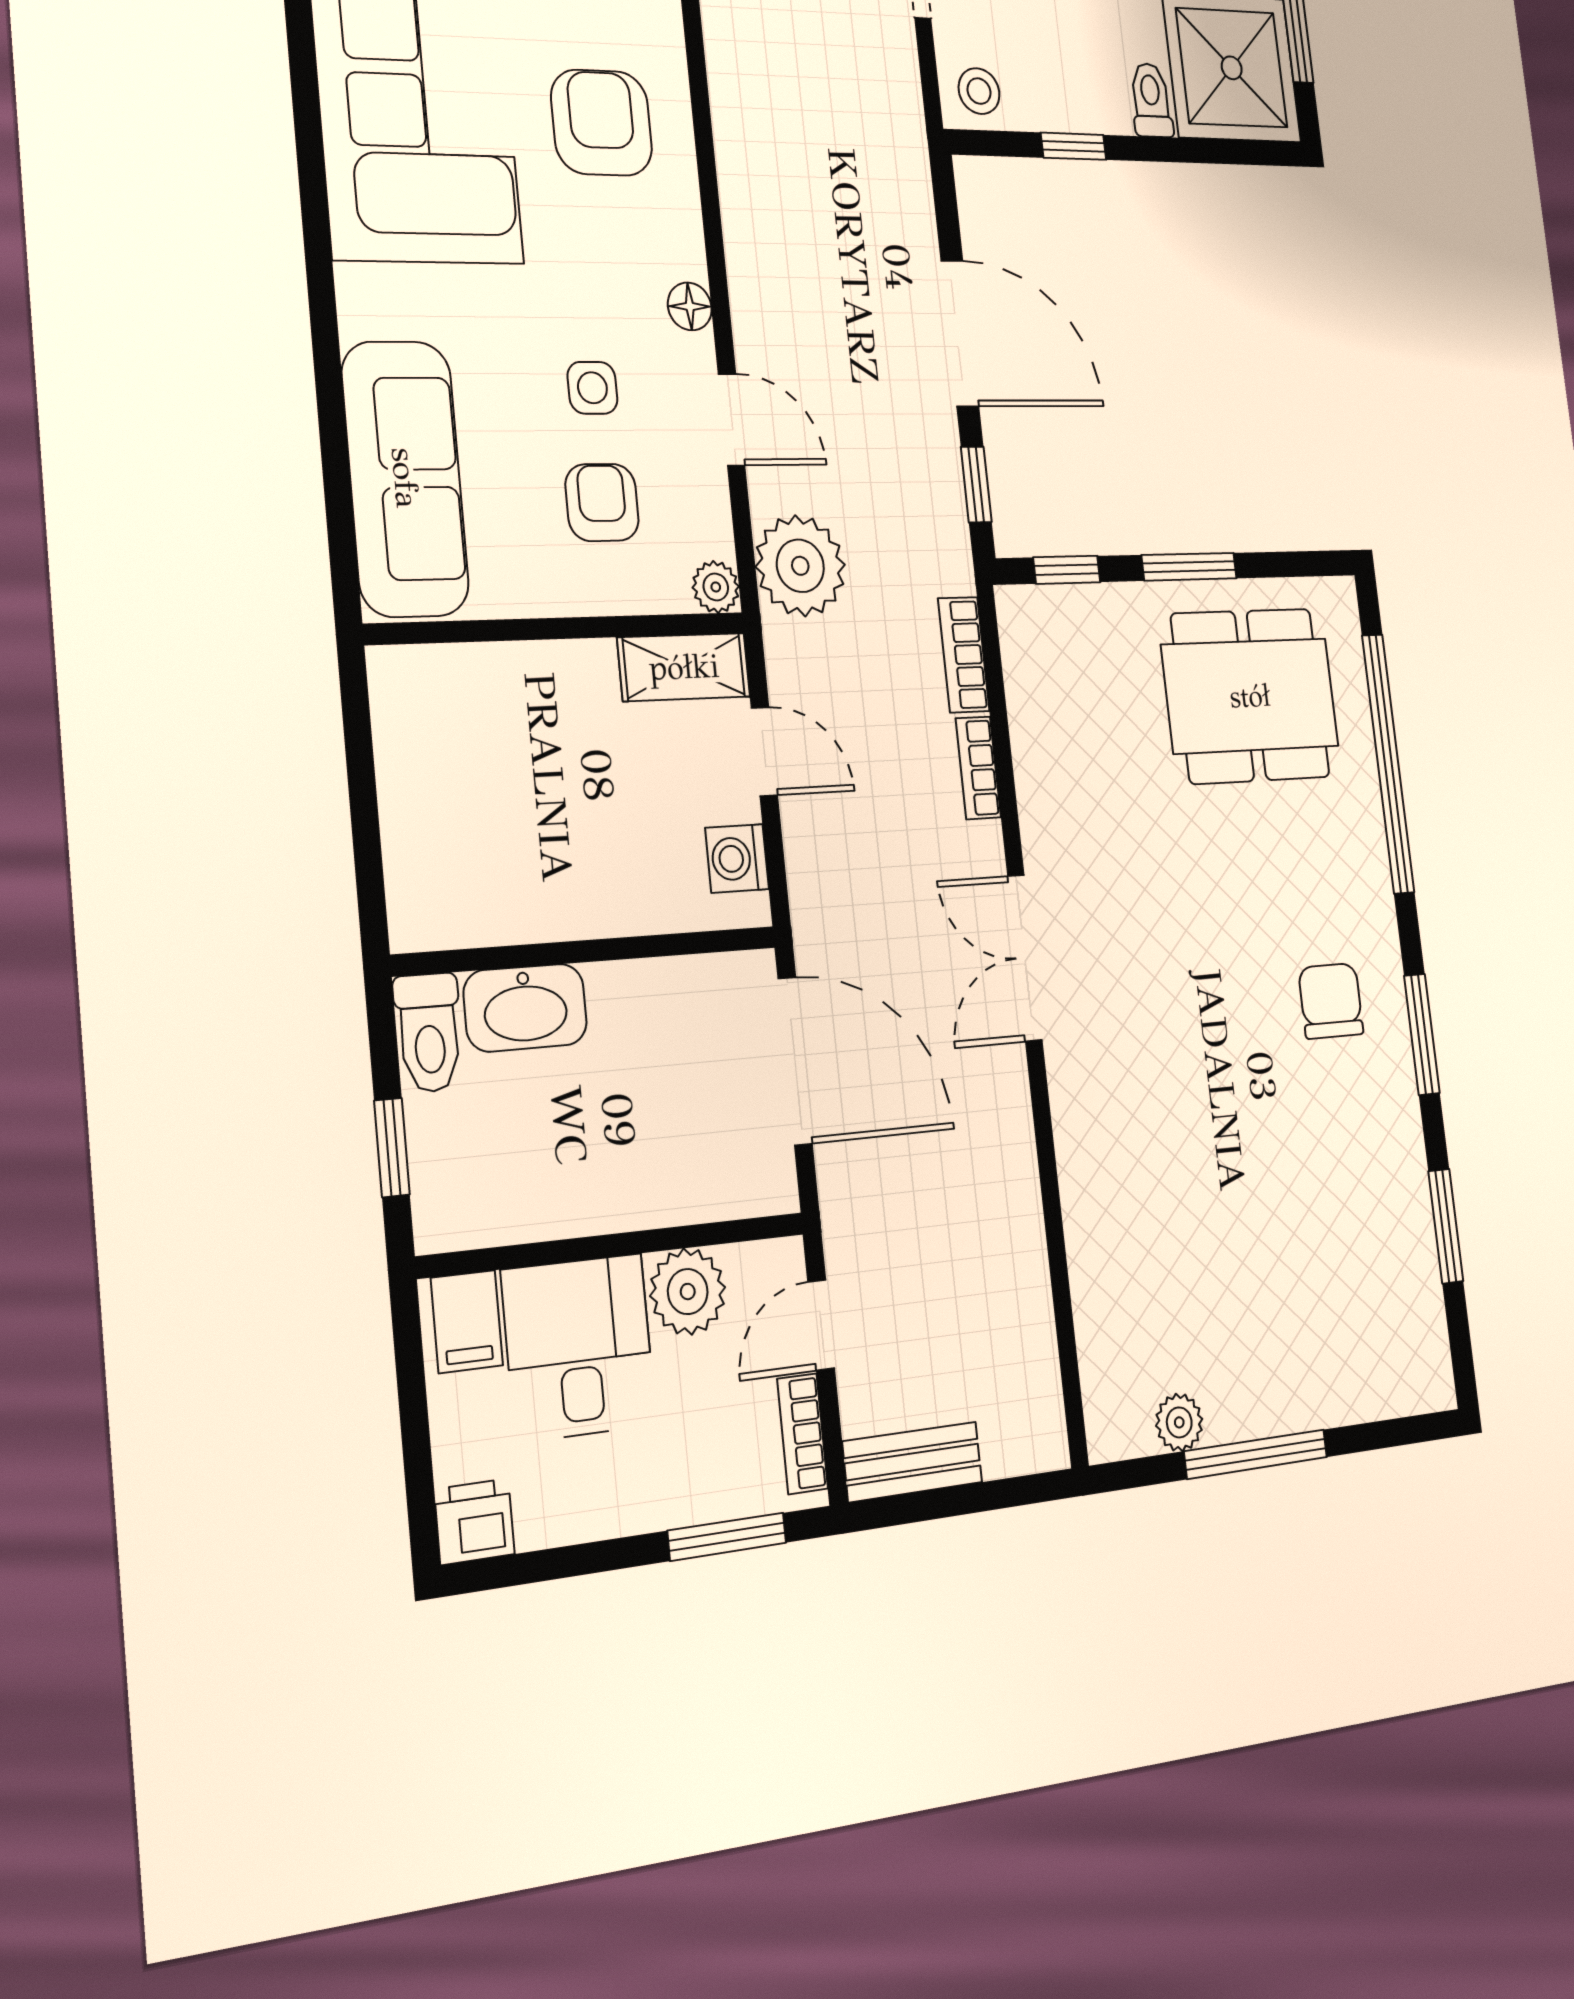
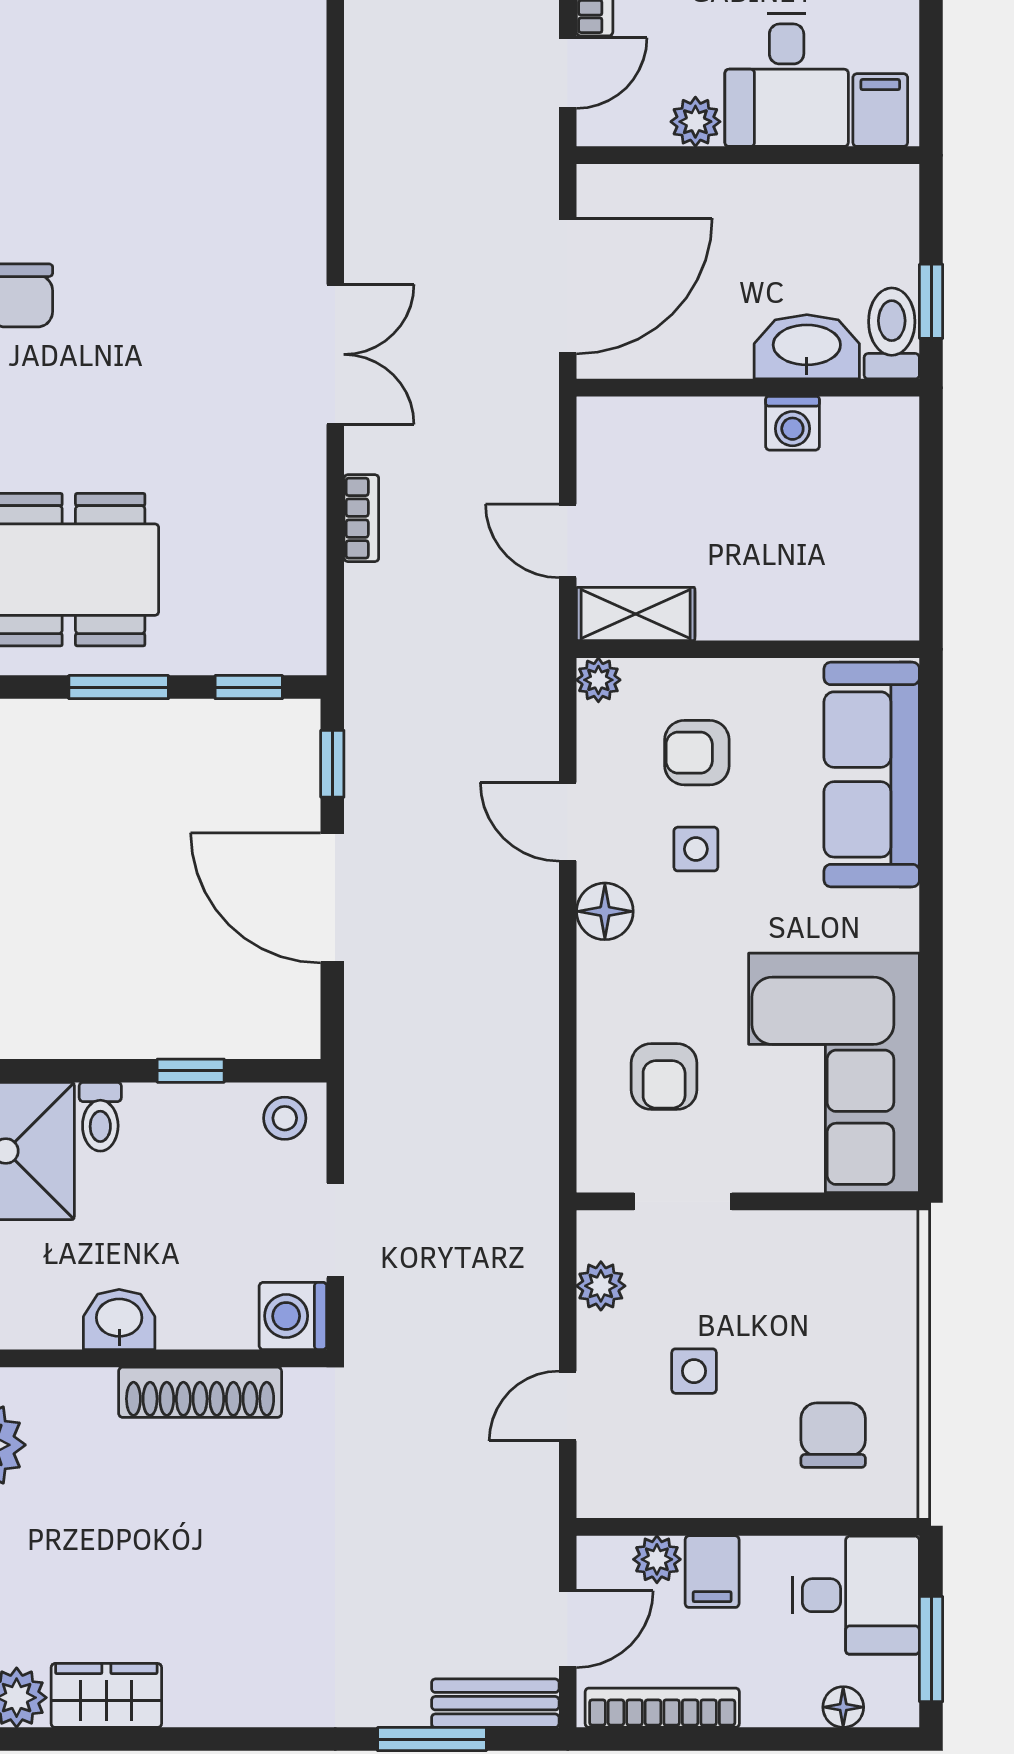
armchair: (602, 123) -> (664, 1076), width x0.72, depth x0.72
floor lamp: (690, 306) -> (605, 911), width x1.37, depth x1.37
armchair: (602, 502) -> (697, 753), turned 90
plant: (800, 566) -> (516, 696), removed
bookcase: (964, 655) -> (364, 616), removed
washing machine: (737, 858) -> (792, 423), moved, turned 90
door: (795, 1061) -> (568, 286), swing flipped
window: (392, 1148) -> (931, 301), moved
plant: (688, 1292) -> (695, 122), width x0.73, depth x0.73

